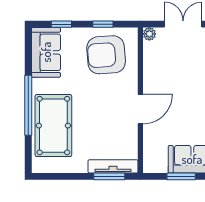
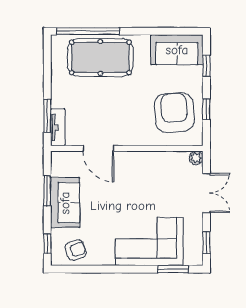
window: (28, 105) -> (88, 31), moved
door: (140, 109) -> (98, 148), moved
tv unit: (113, 166) -> (58, 127), width x0.71

